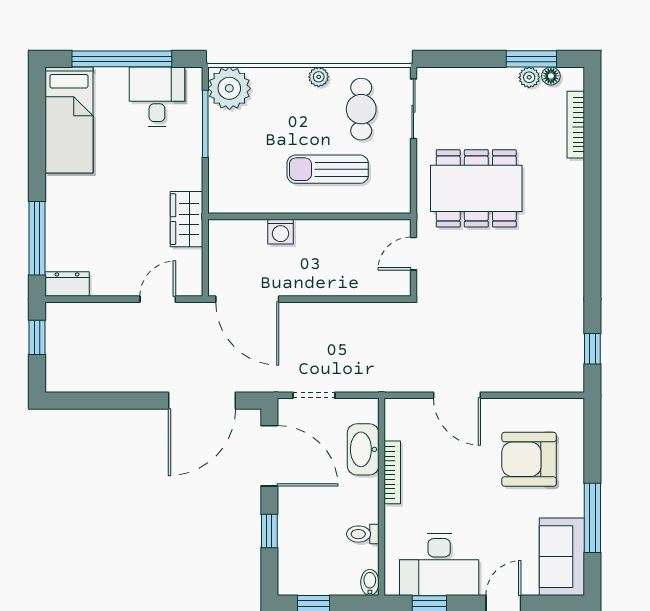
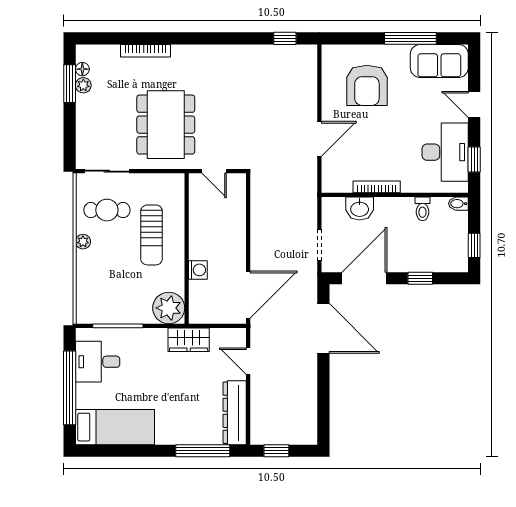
plant: (229, 88) -> (169, 308), moved
bookcase: (576, 125) -> (145, 51), moved
dresser: (67, 284) -> (235, 413), width x1.96, depth x1.24
washbasin: (363, 449) -> (360, 209), width x0.72

